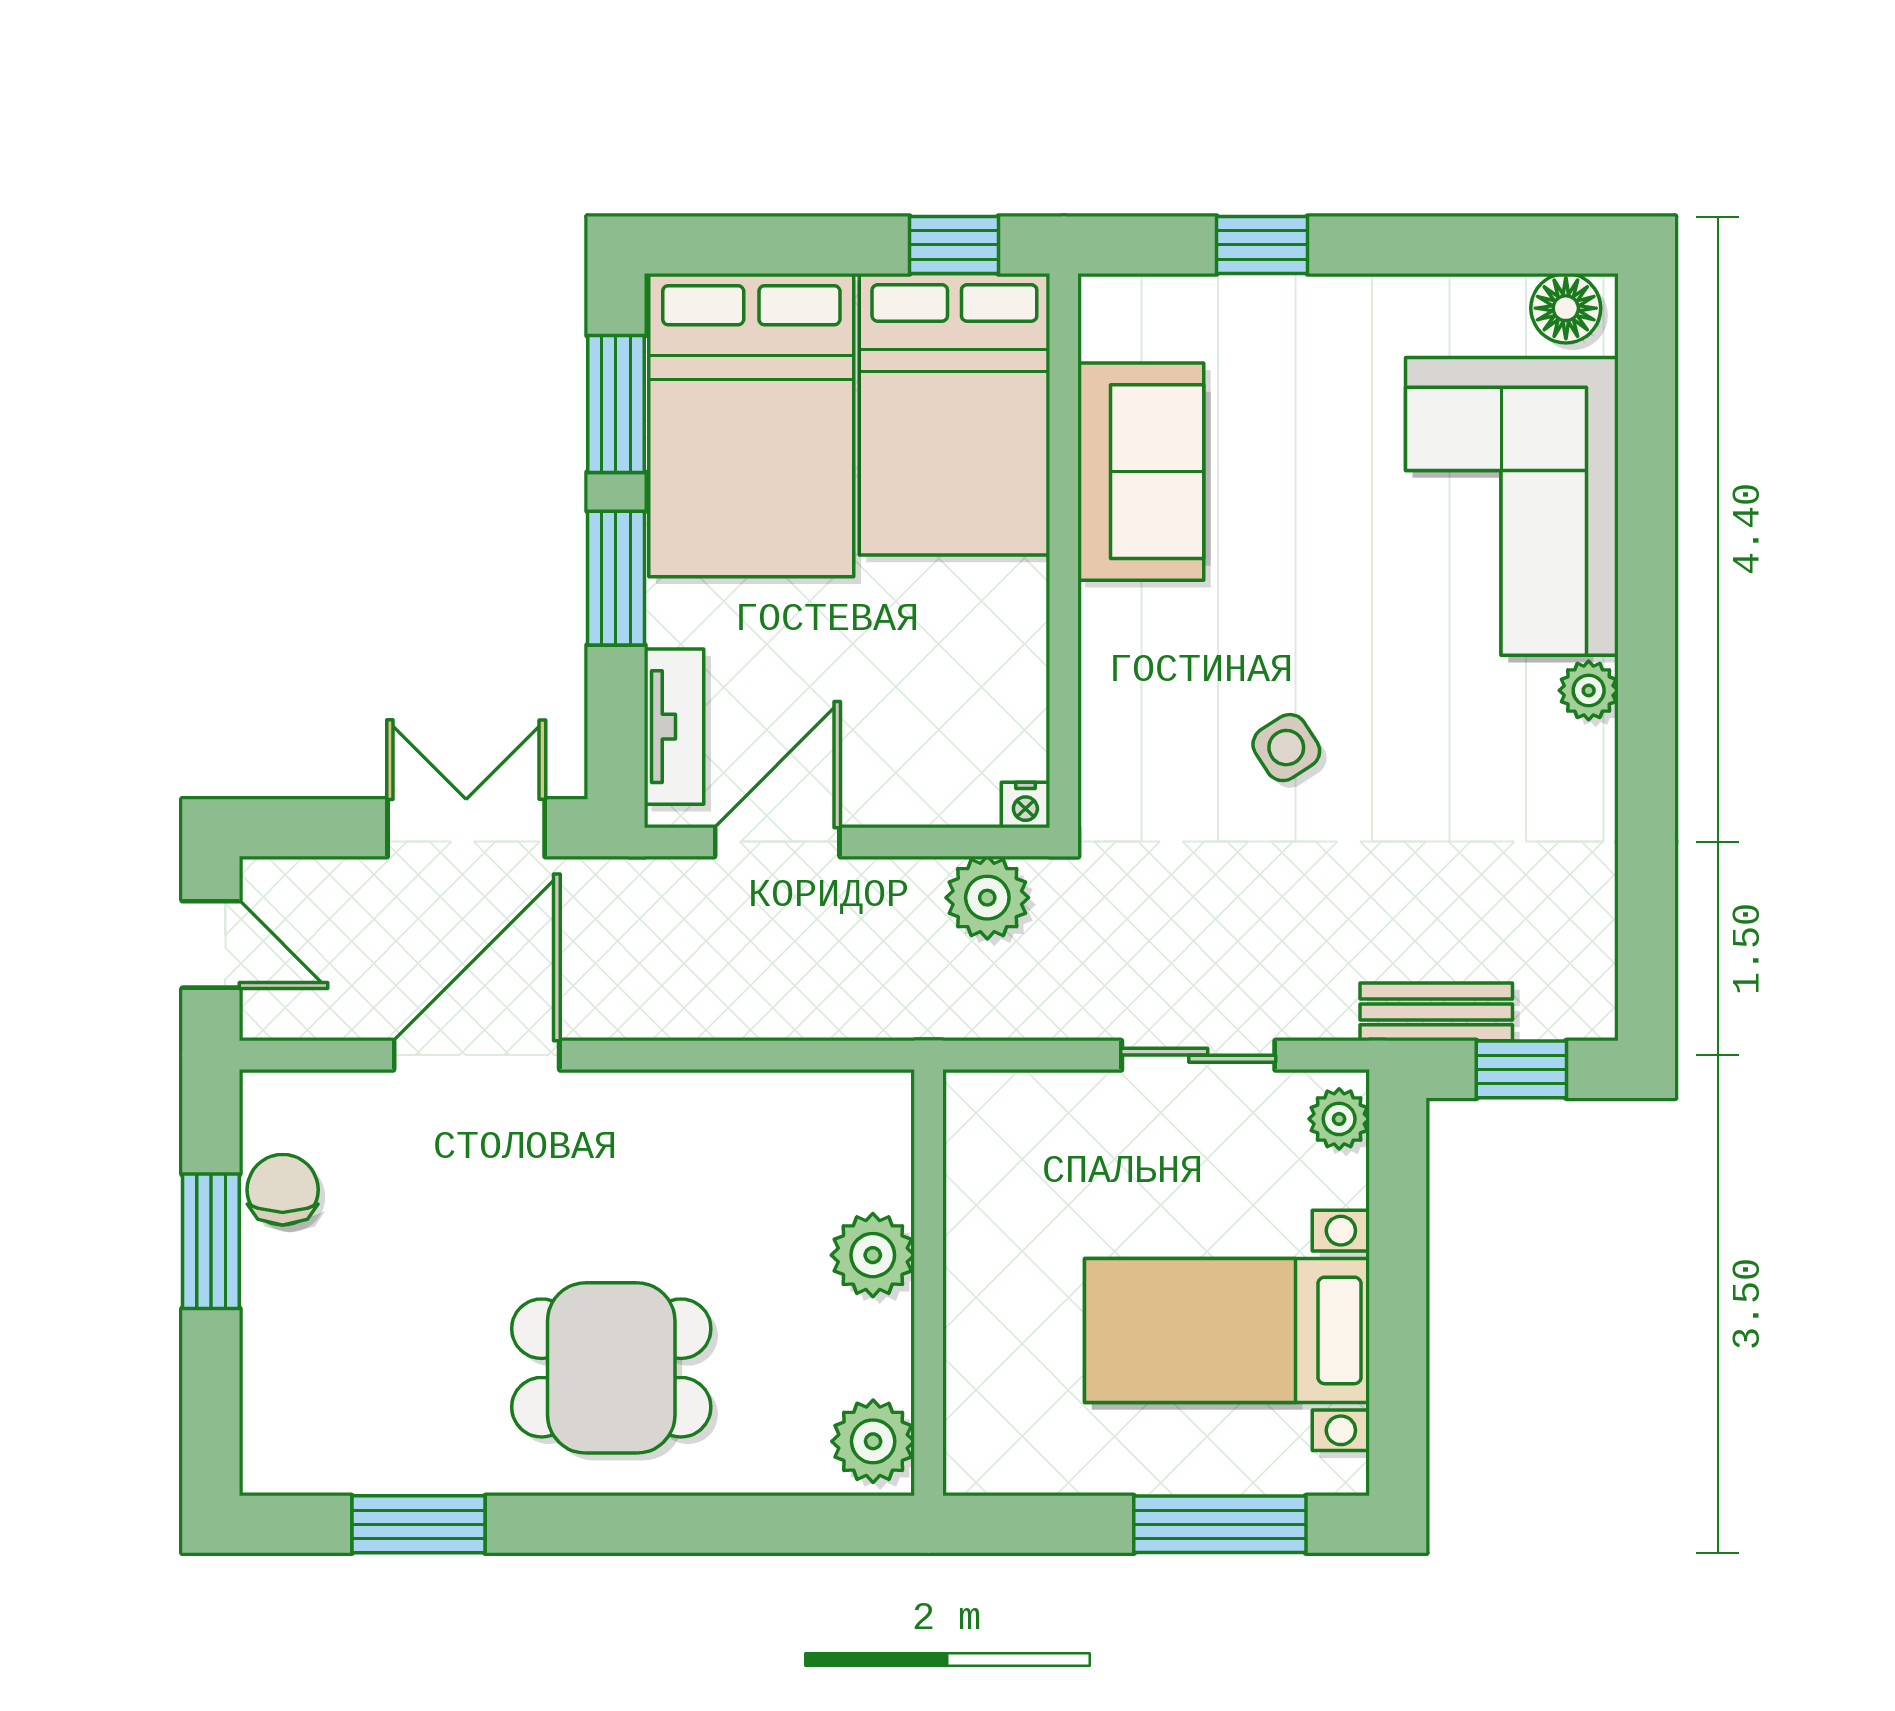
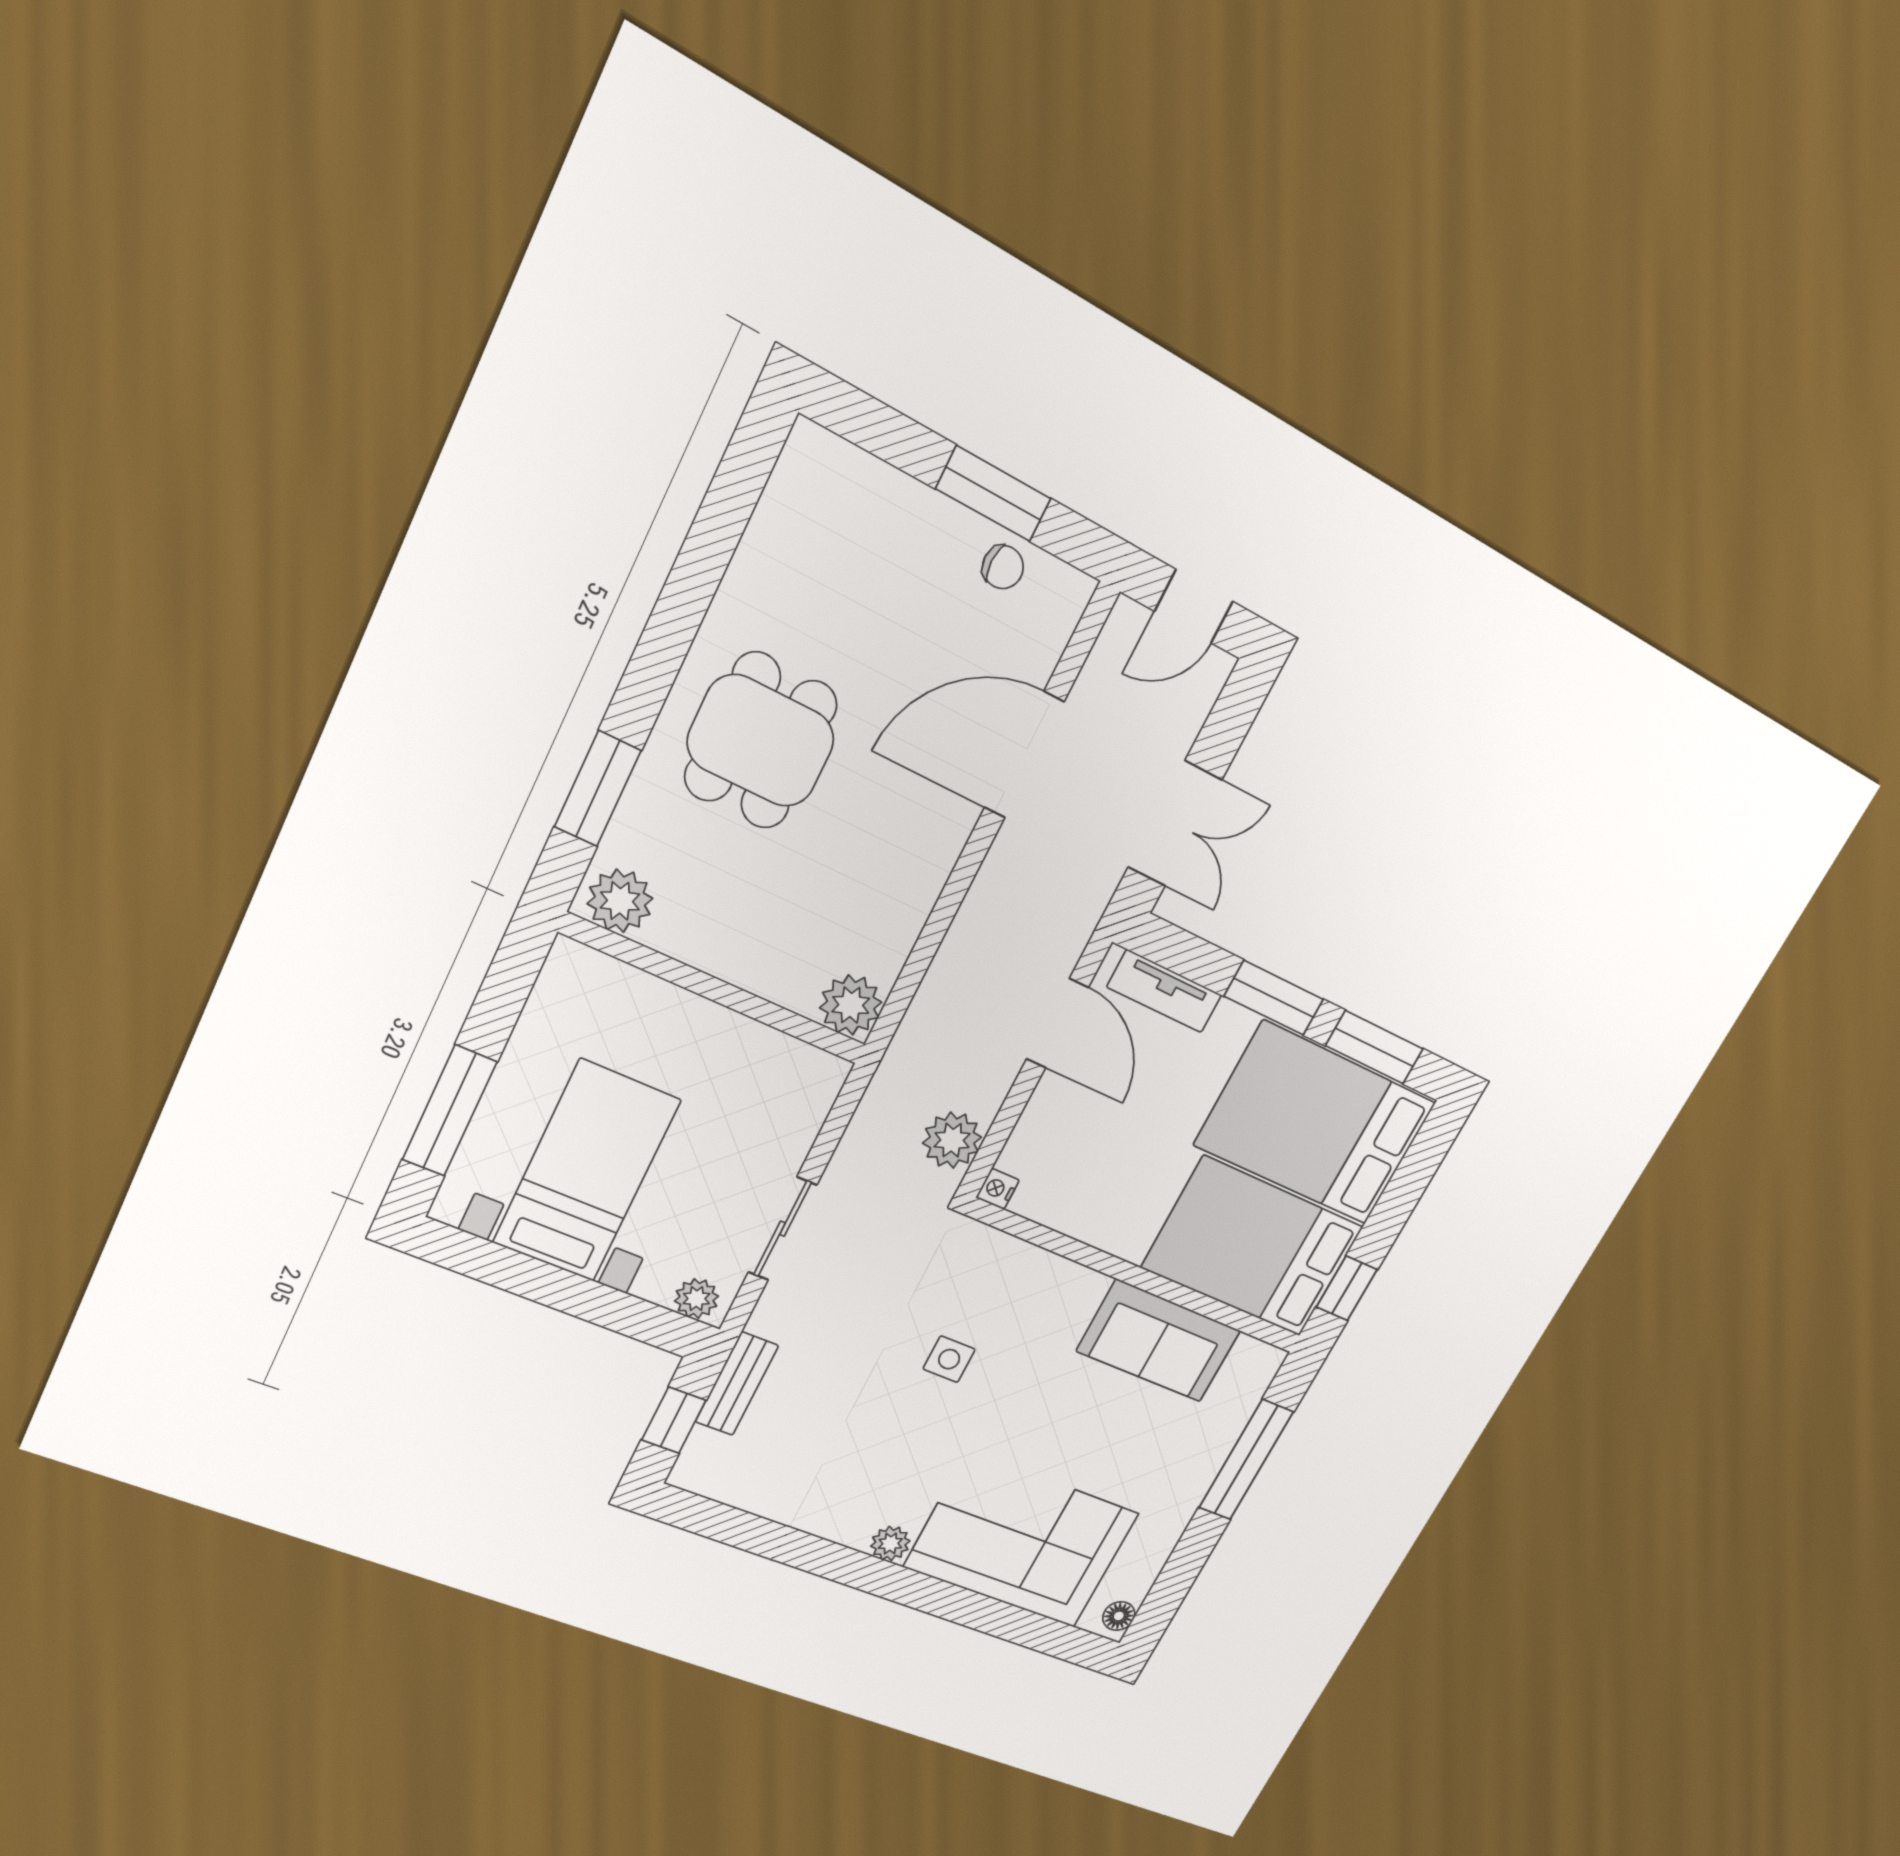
window: (1262, 245) -> (1246, 1460), width x2.17
floor lamp: (1566, 308) -> (1119, 1616), width x0.73, depth x0.73
side table: (1286, 748) -> (949, 1359), turned 33
door: (477, 1055) -> (1024, 755), swing flipped
chair: (283, 1190) -> (1003, 567), width x0.73, depth x0.73
plant: (873, 1255) -> (851, 1005), moved
window: (419, 1524) -> (598, 789), moved

